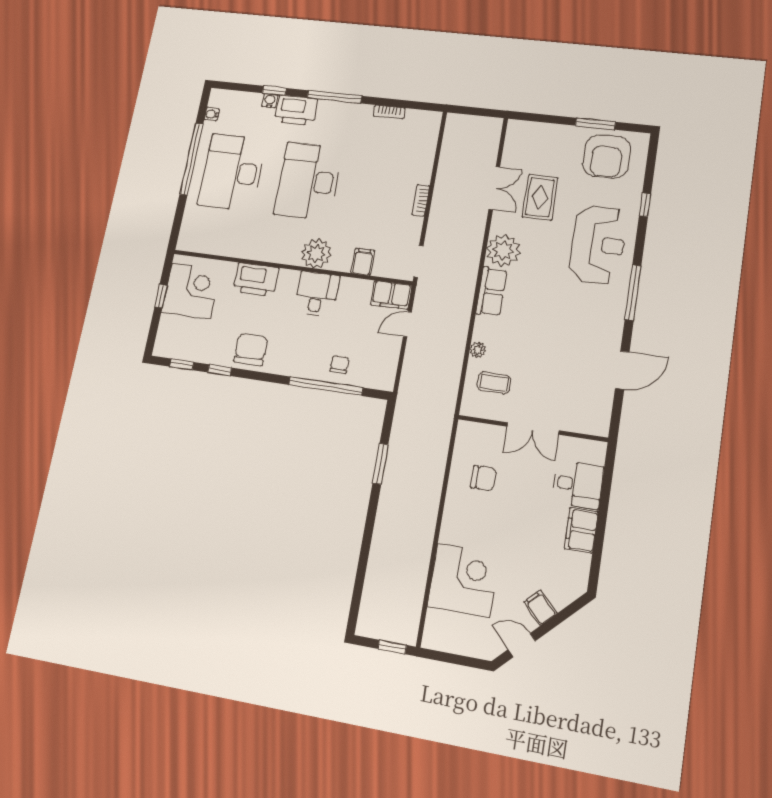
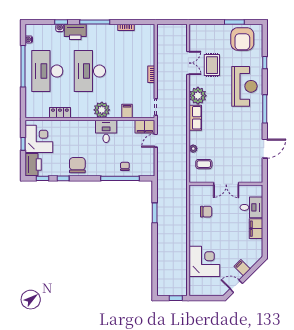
locker: (239, 249) -> (60, 113), added
printer: (256, 280) -> (33, 165), moved, turned -90

